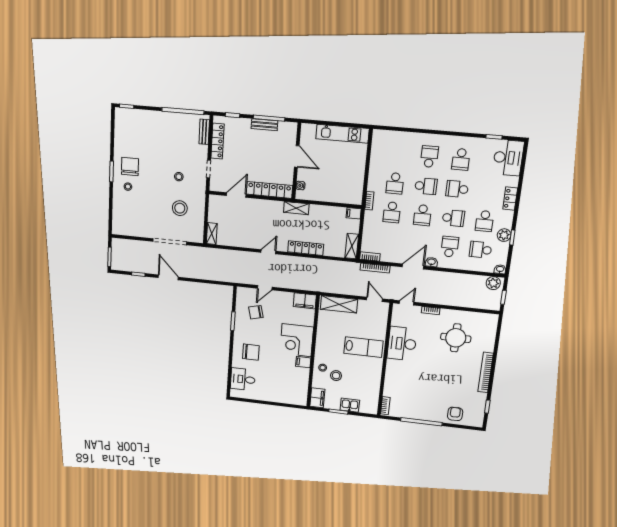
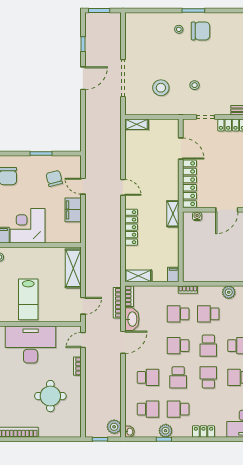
plant: (376, 162) -> (229, 292), added
school desk: (481, 250) -> (148, 409), turned 90
washbasin: (431, 262) -> (132, 319), moved, width x1.91, depth x1.45
door: (413, 266) -> (123, 342), hinge flipped
filing cabinet: (305, 301) -> (73, 210), moved
door: (407, 303) -> (83, 340), swing flipped
desk: (402, 344) -> (31, 345), width x1.36, depth x1.30

